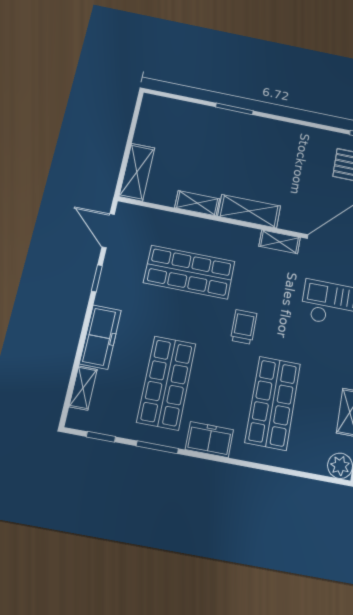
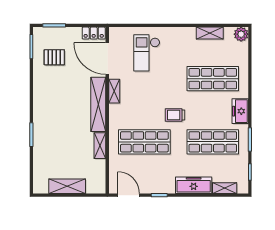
shelving: (137, 172) -> (67, 186), moved
shelving: (249, 211) -> (98, 104), width x1.47
door: (108, 231) -> (129, 195), swing flipped
shop shelf: (189, 272) -> (144, 142), turned 90
trolley: (244, 327) -> (175, 115), moved

